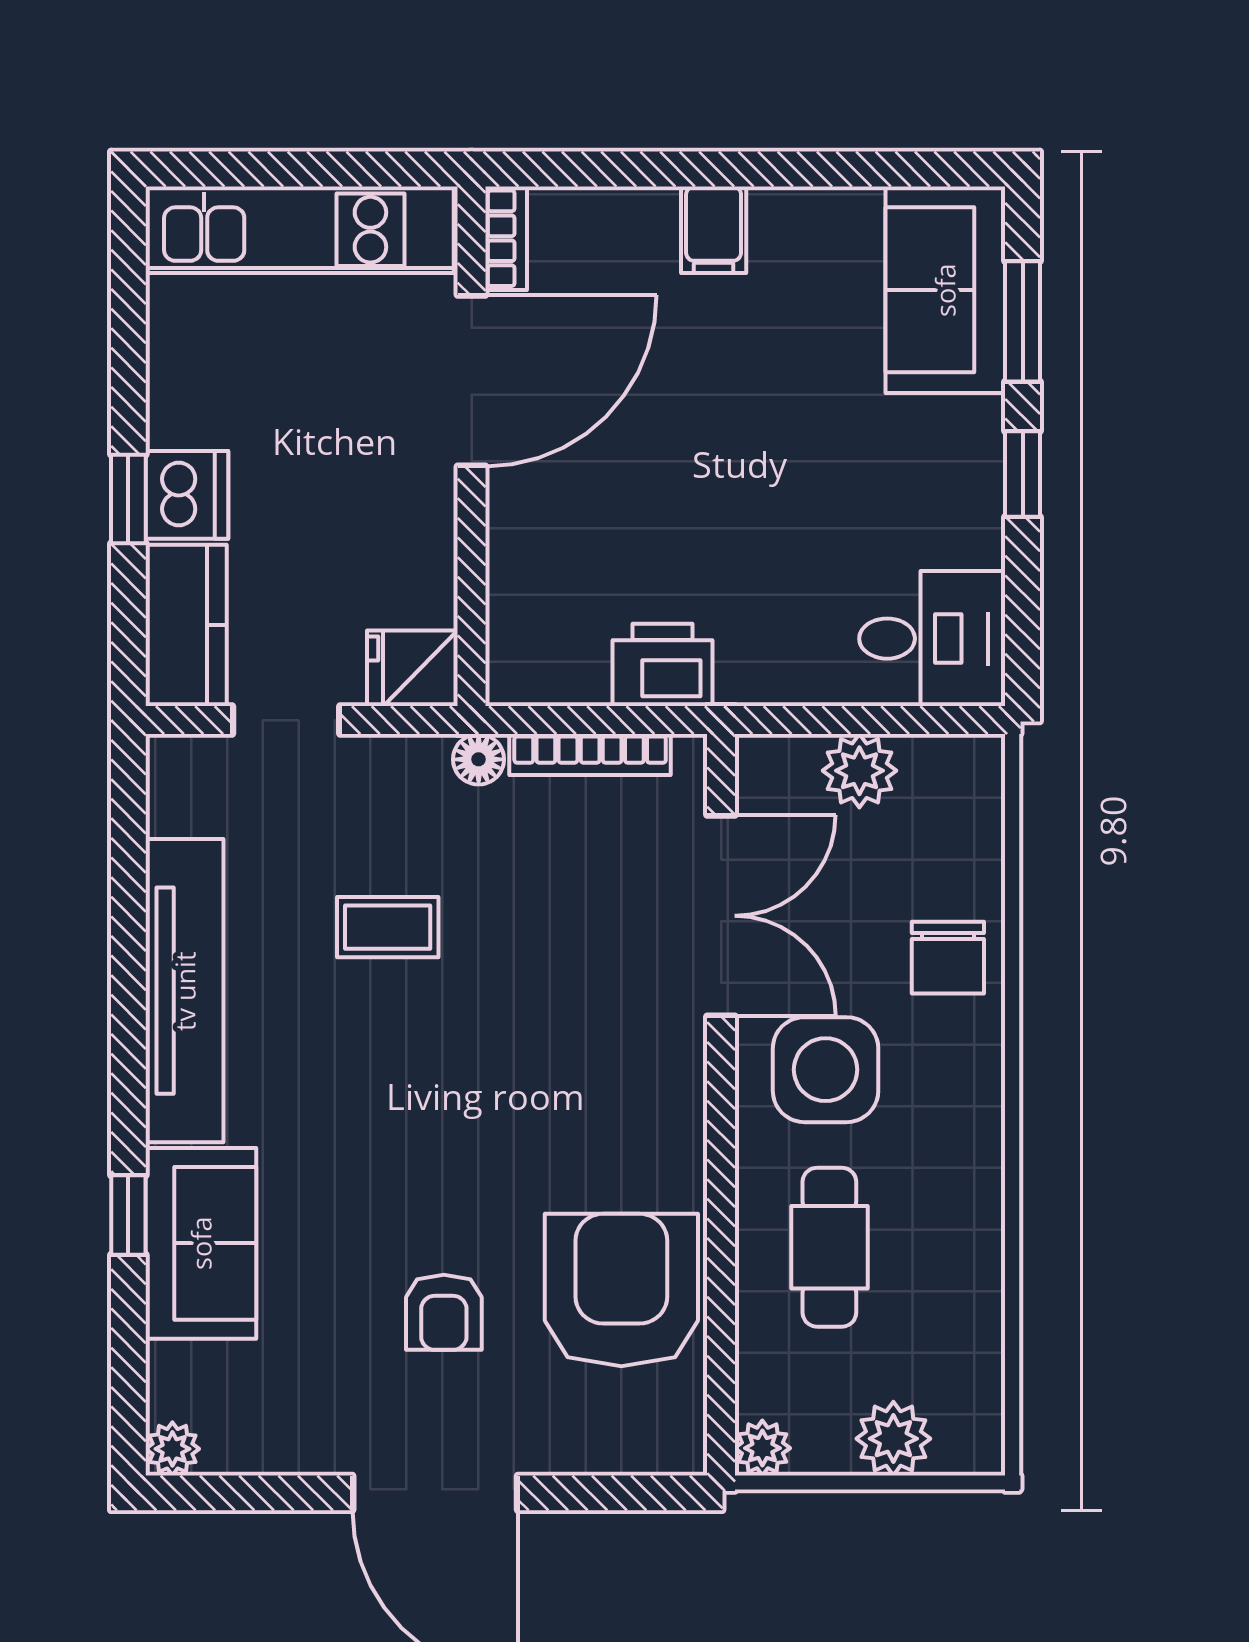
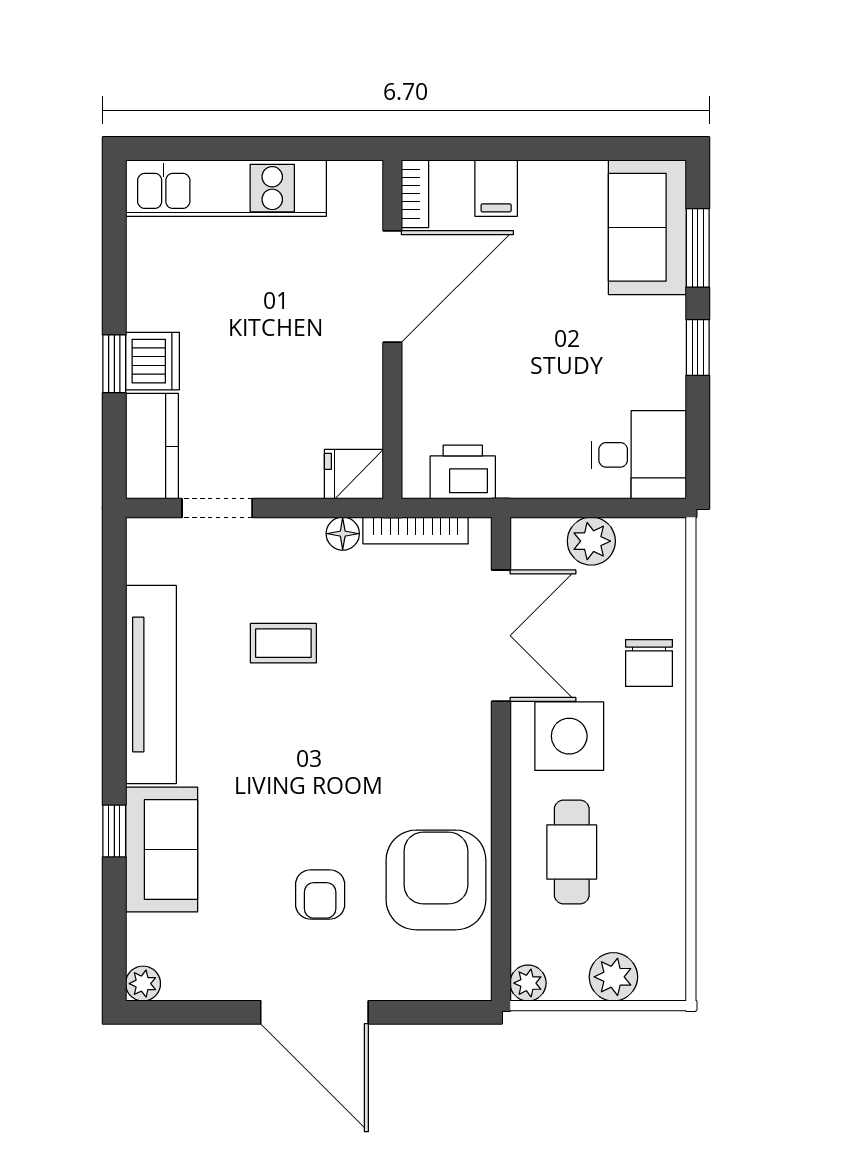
bookcase: (506, 238) -> (415, 194), moved
door: (472, 381) -> (392, 287), moved
wall: (472, 446) -> (392, 329), moved
fridge: (412, 668) -> (354, 474), moved

